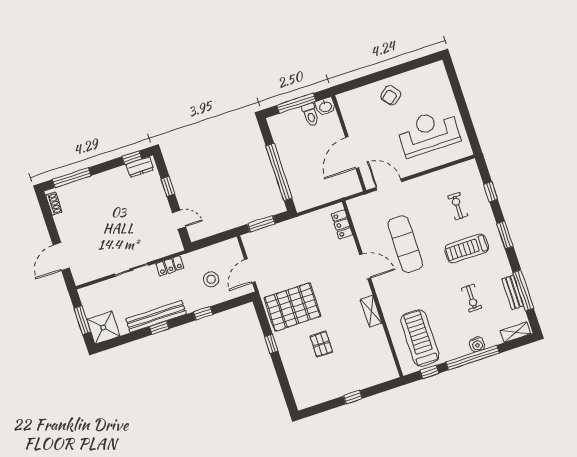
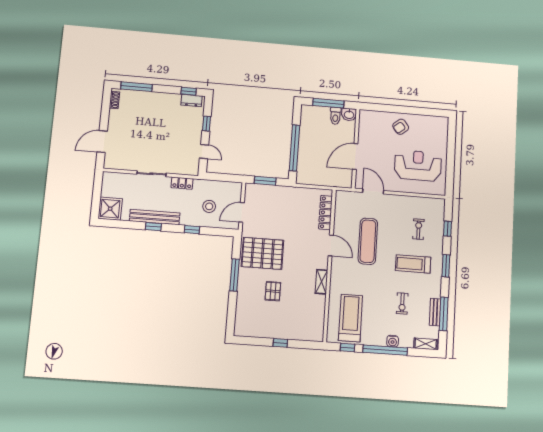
locker: (342, 224) -> (326, 213), width x1.53
window: (82, 320) -> (97, 196), removed
window: (271, 344) -> (234, 275), width x2.17

